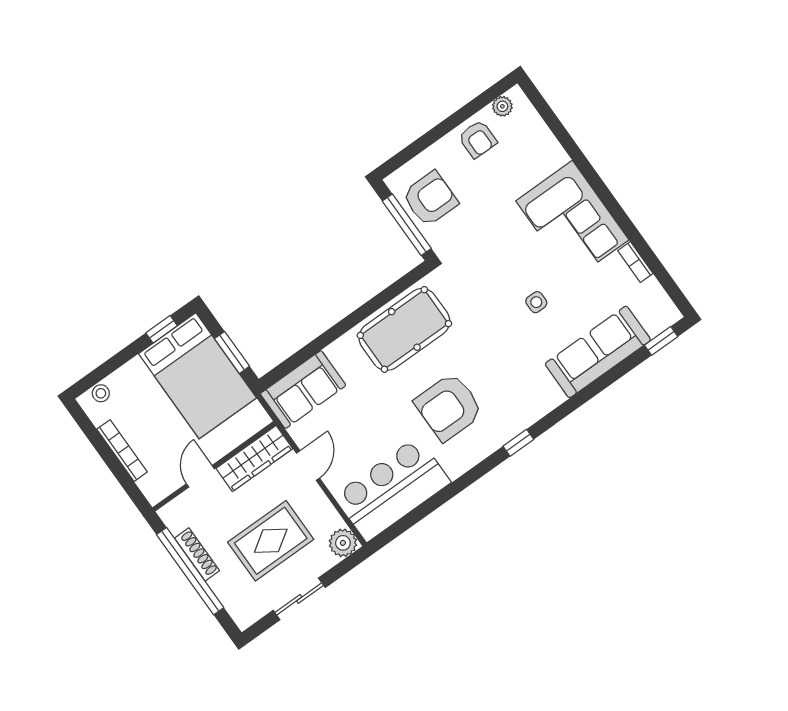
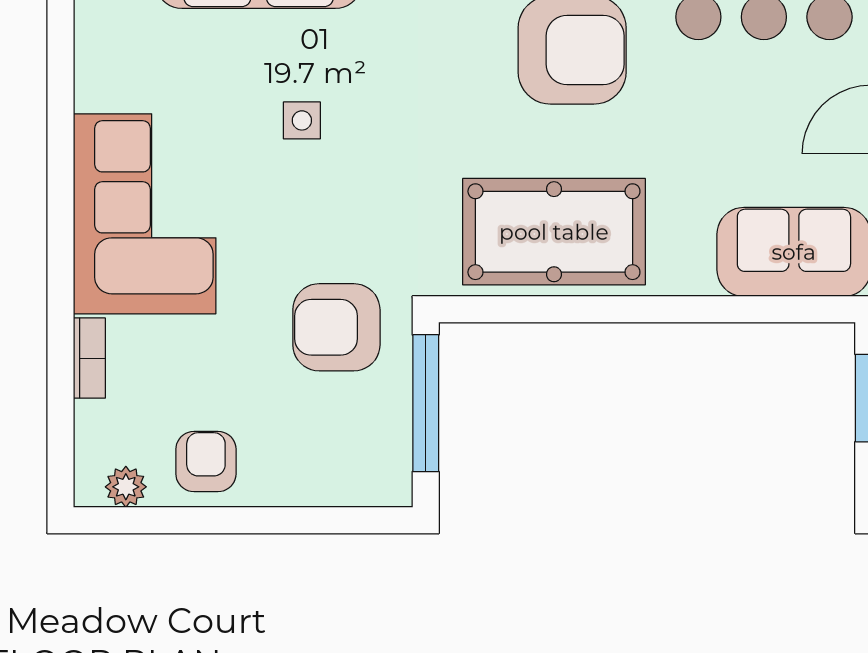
armchair: (430, 199) -> (336, 327), moved
bookcase: (635, 262) -> (89, 358), moved

